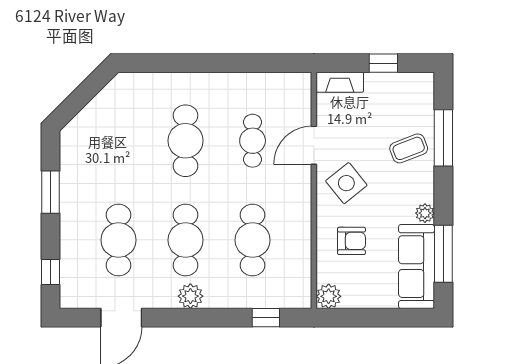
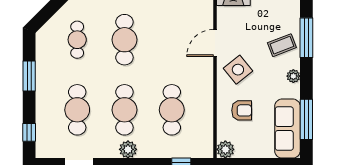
cafe table: (253, 141) -> (77, 40), moved
plant: (425, 213) -> (293, 76), moved

